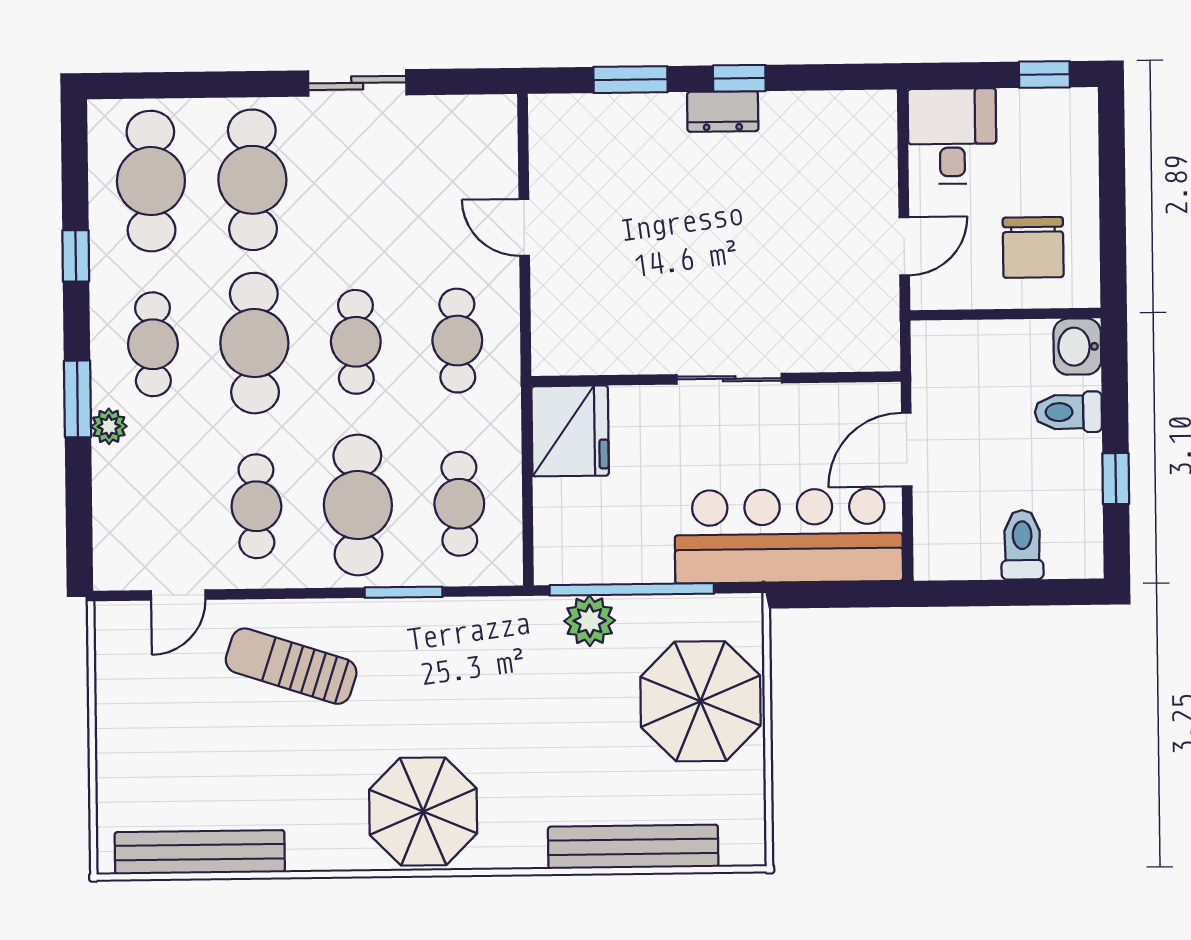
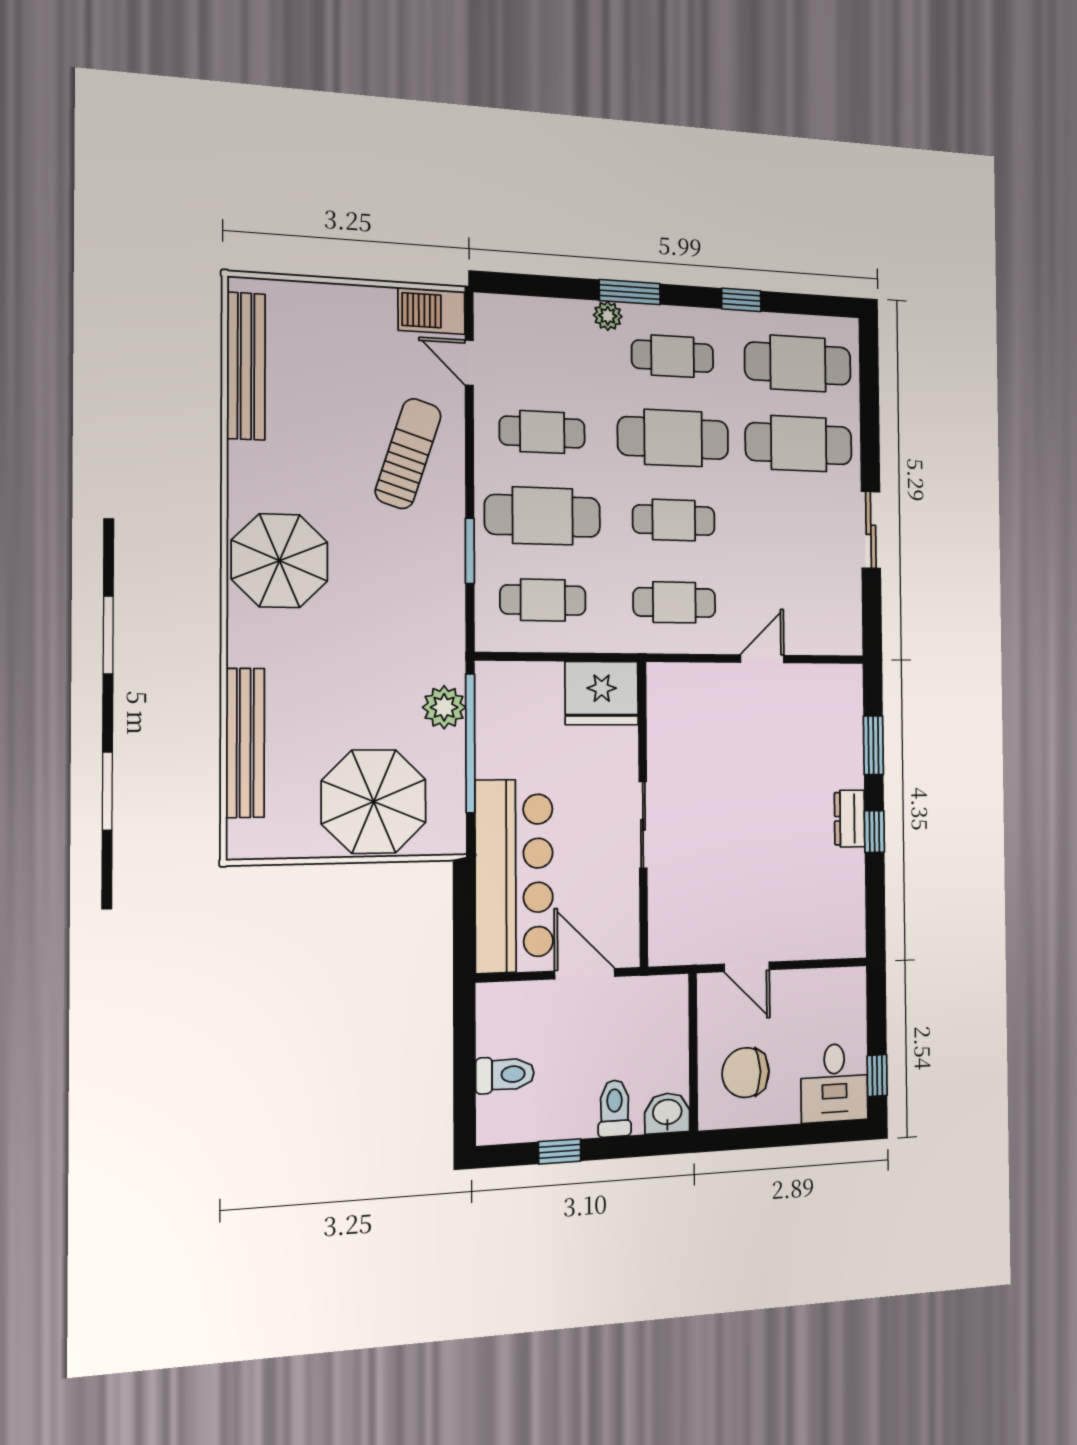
desk: (952, 136) -> (834, 1083), moved, turned 90
barbecue: (119, 640) -> (432, 311), added

